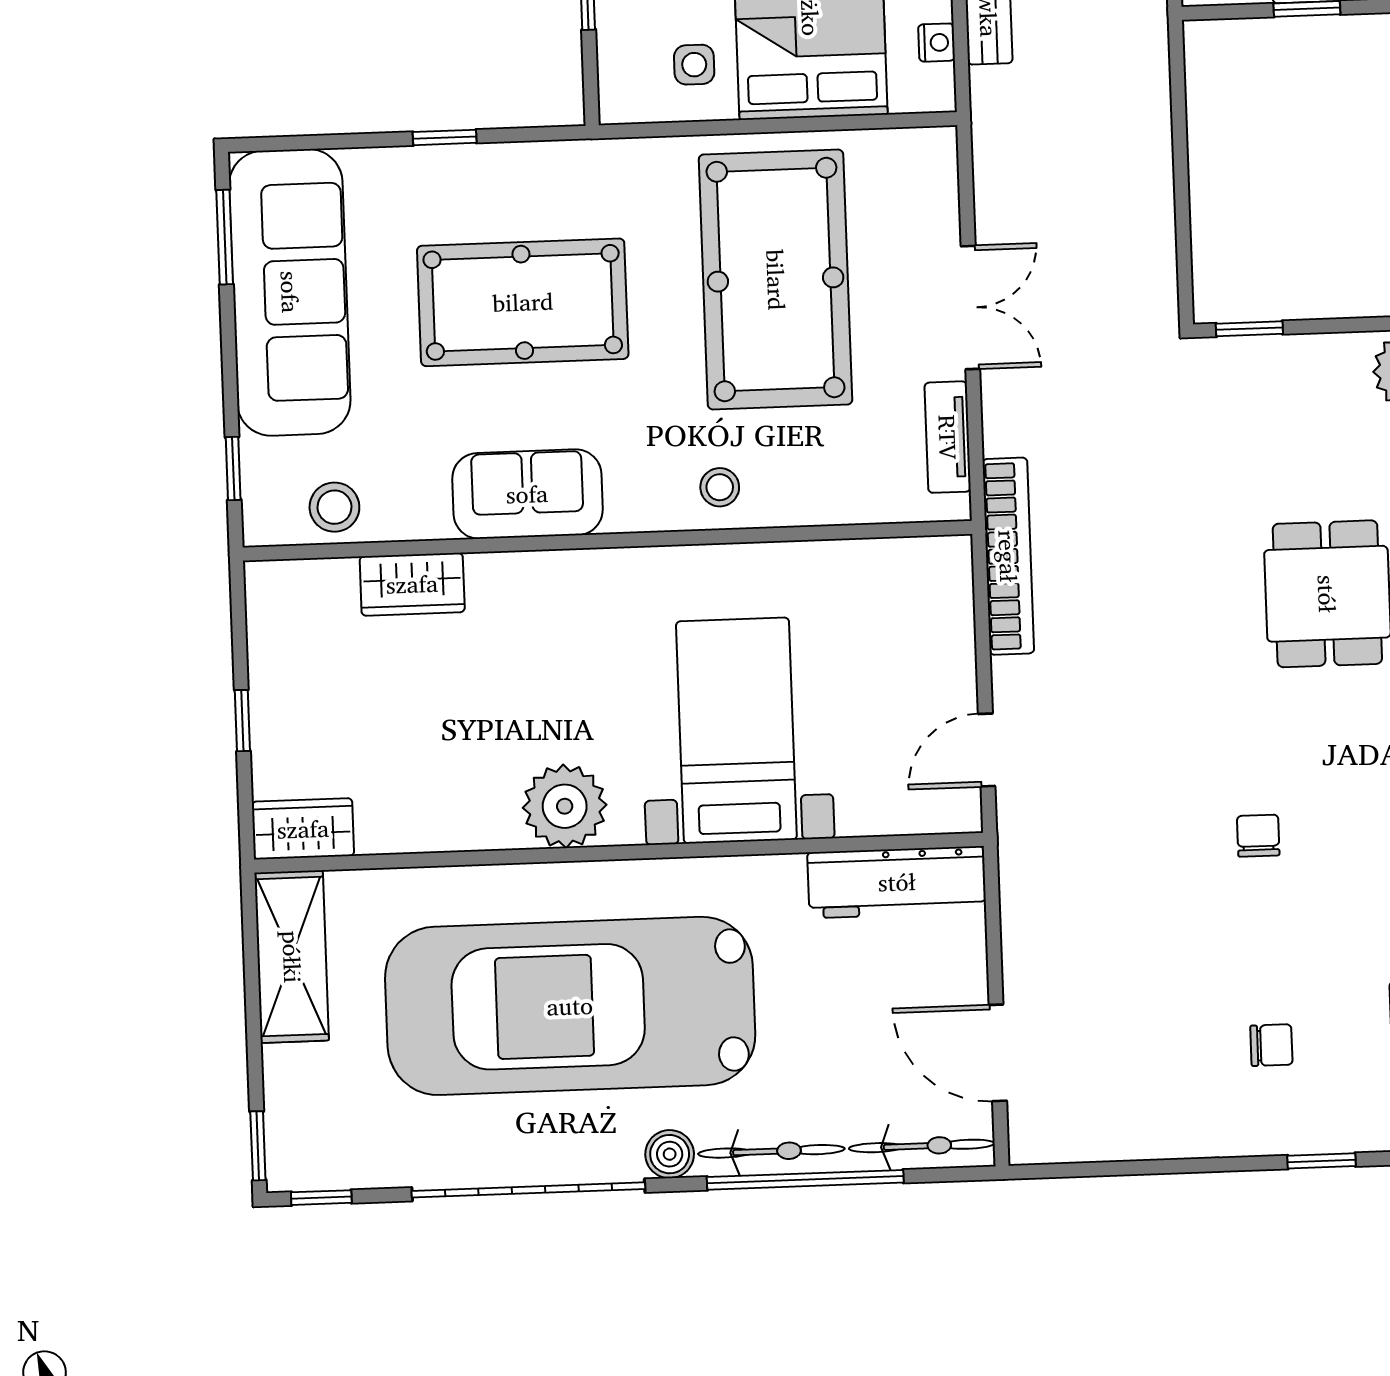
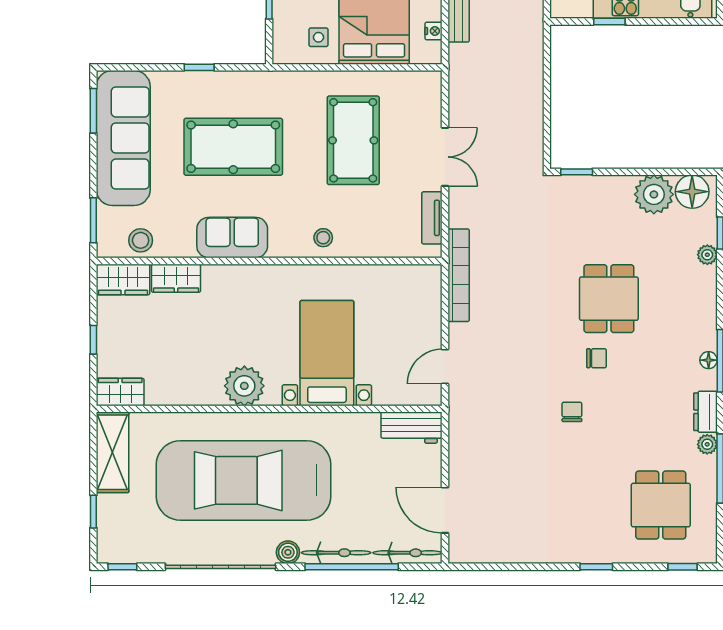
pool table: (776, 280) -> (353, 140), width x0.73, depth x0.76
window: (233, 468) -> (93, 220), width x1.50
wardrobe: (300, 591) -> (123, 280), added
workbench: (897, 882) -> (412, 428), width x0.73
chair: (1271, 1045) -> (597, 358), moved
window: (258, 1146) -> (93, 512), moved

